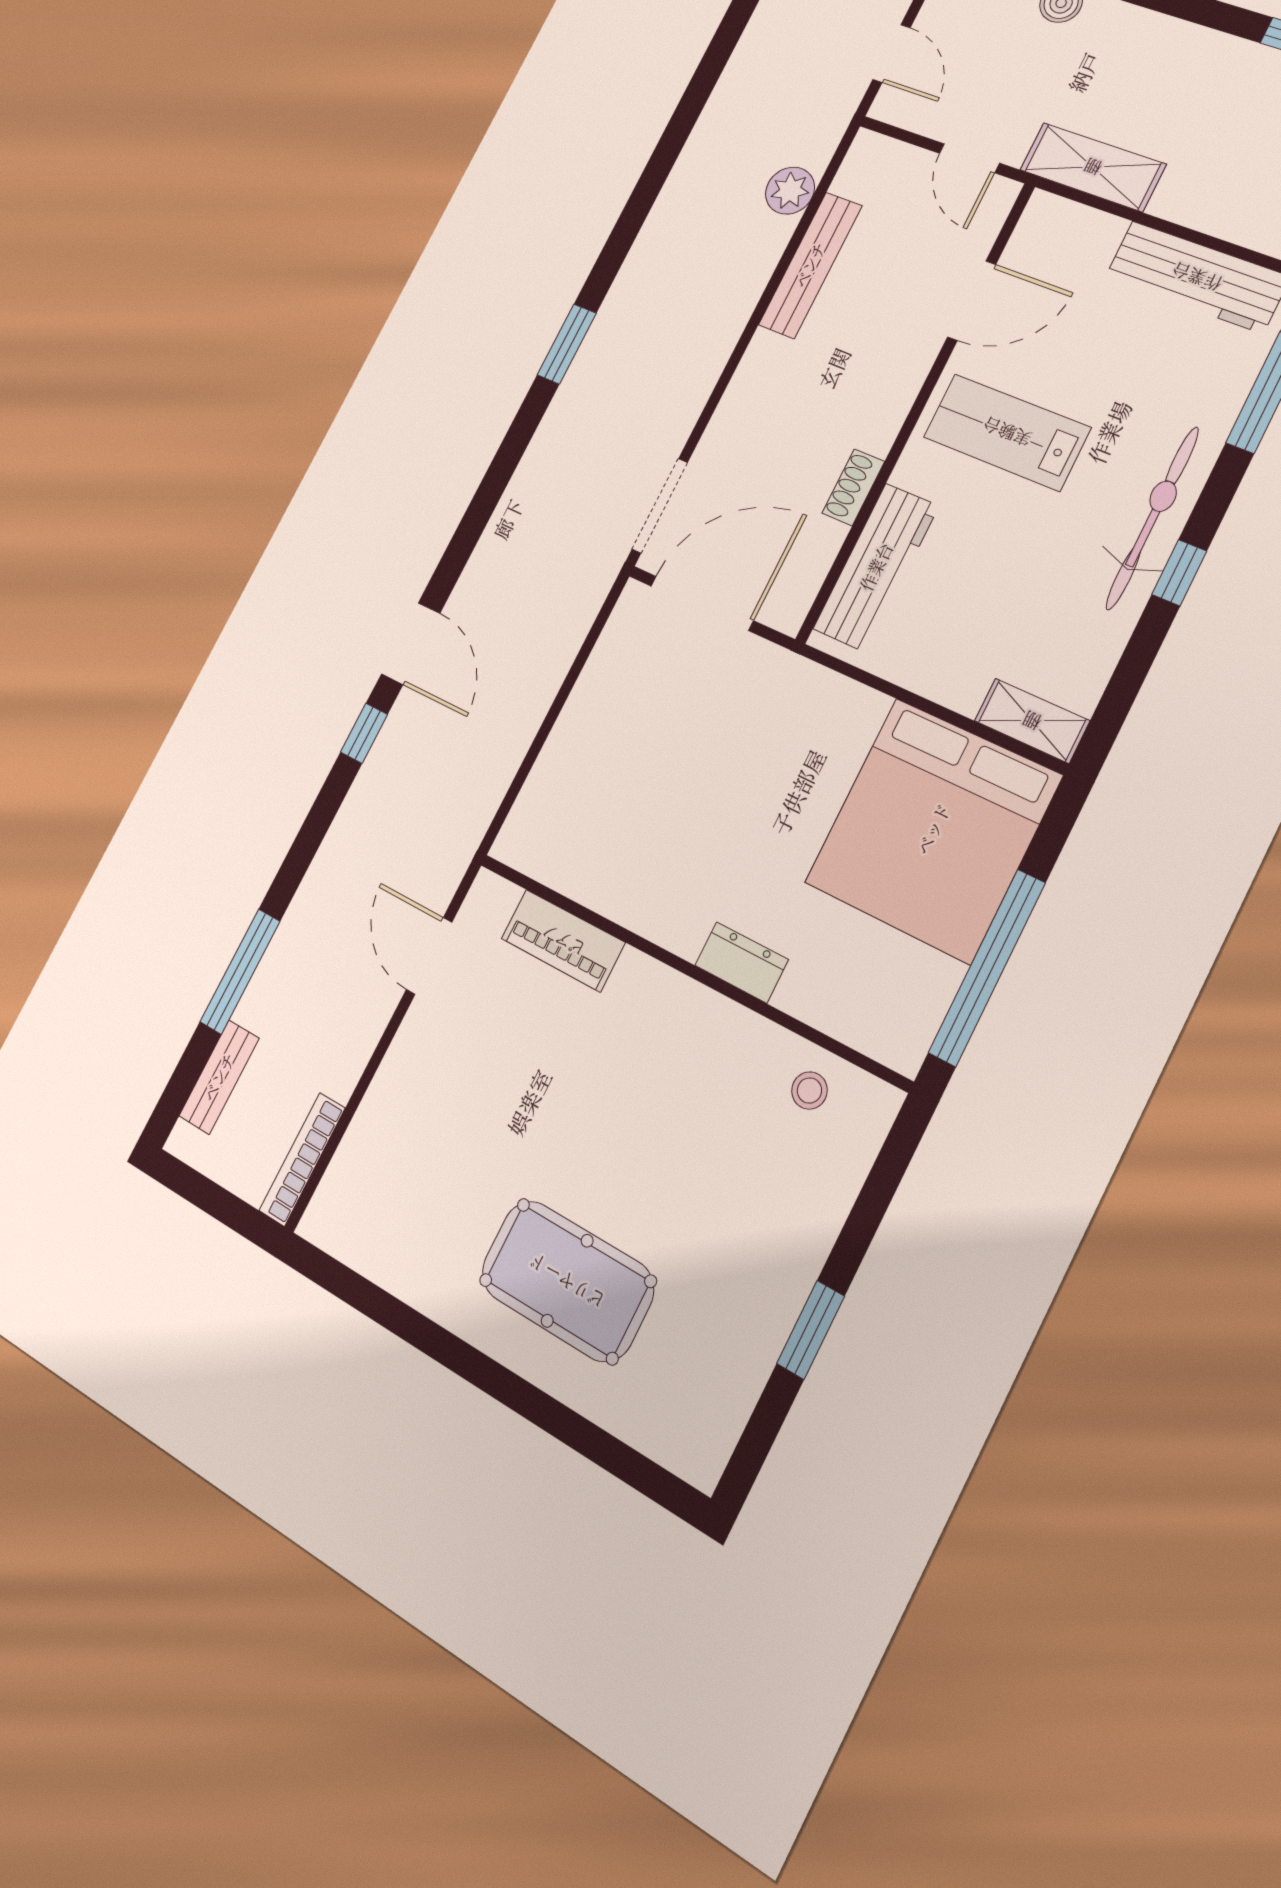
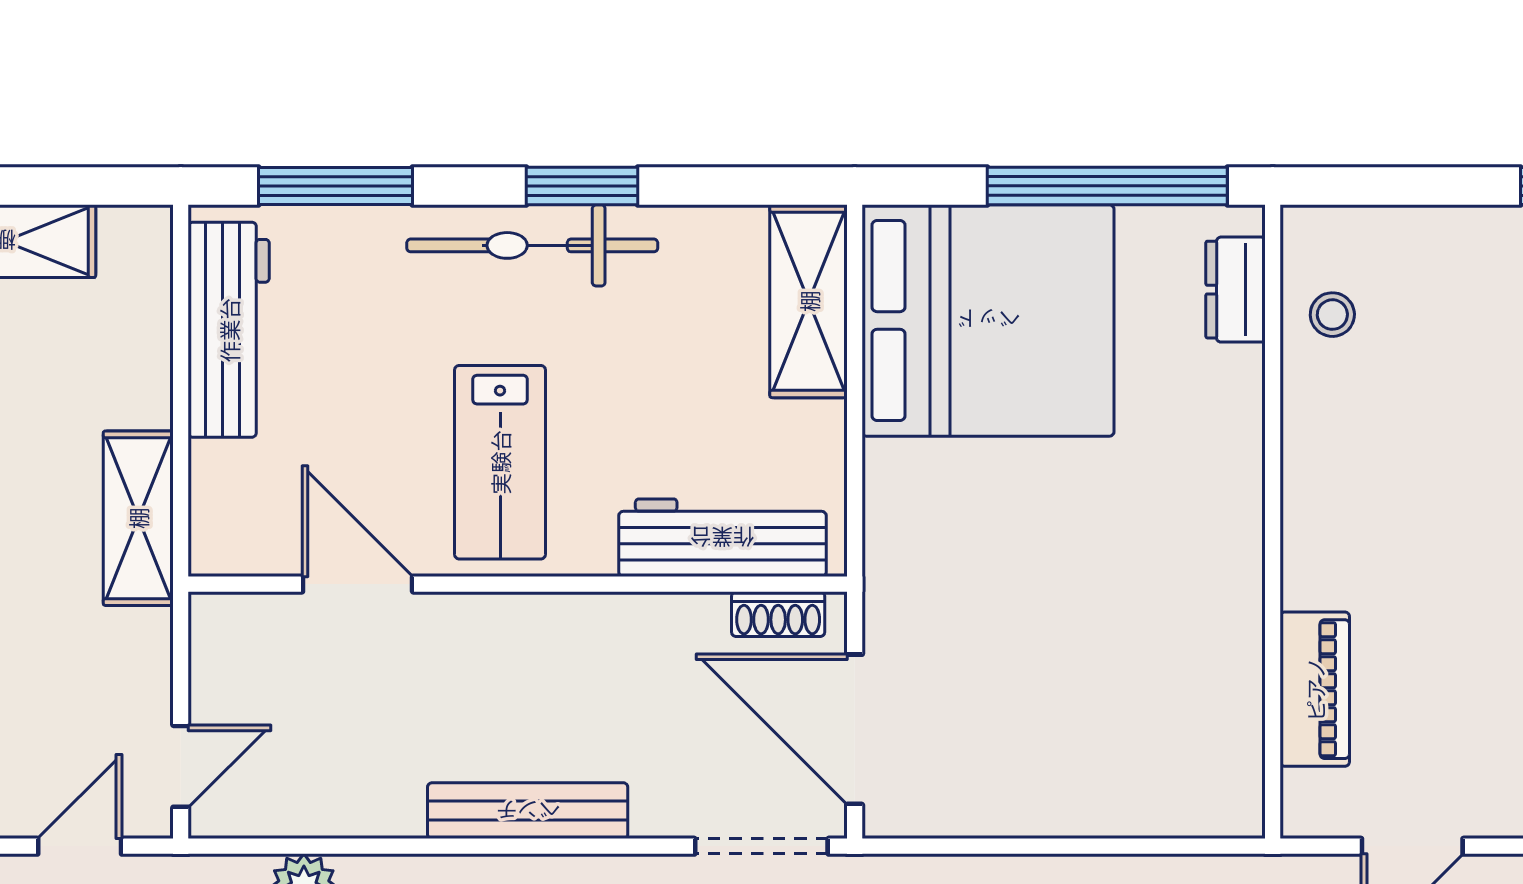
door: (969, 158) -> (181, 766), moved
bench: (810, 265) -> (528, 811), moved
shoe rack: (853, 487) -> (778, 614), moved
window: (1179, 573) -> (582, 186), width x1.50
shelving: (1032, 721) -> (809, 301), width x1.50, depth x1.33
dresser: (742, 962) -> (1236, 290), moved

